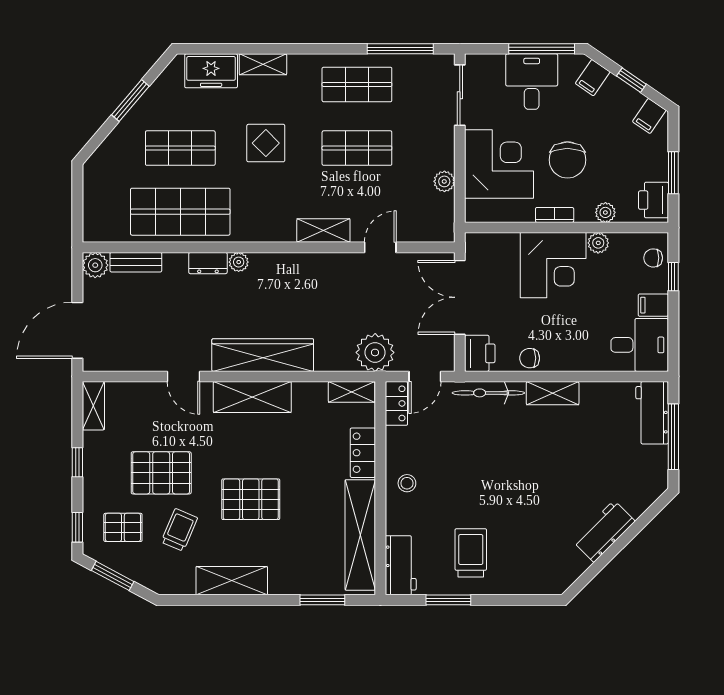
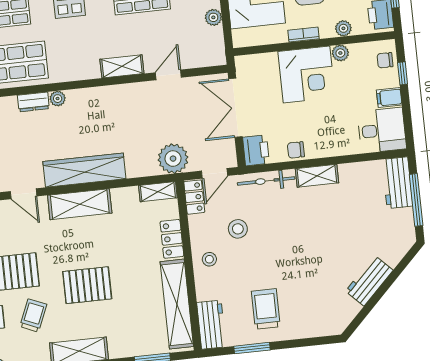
stool: (447, 449) -> (238, 229), added

